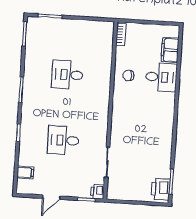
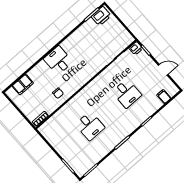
desk: (161, 77) -> (58, 60), moved

